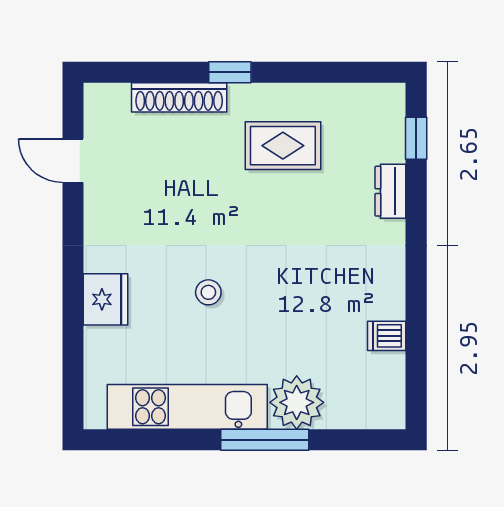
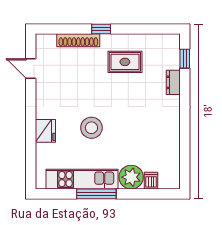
stool: (208, 292) -> (91, 128), width x1.89, depth x1.89
dishwasher: (387, 336) -> (151, 181), moved, turned 90
window: (265, 440) -> (96, 194), moved

